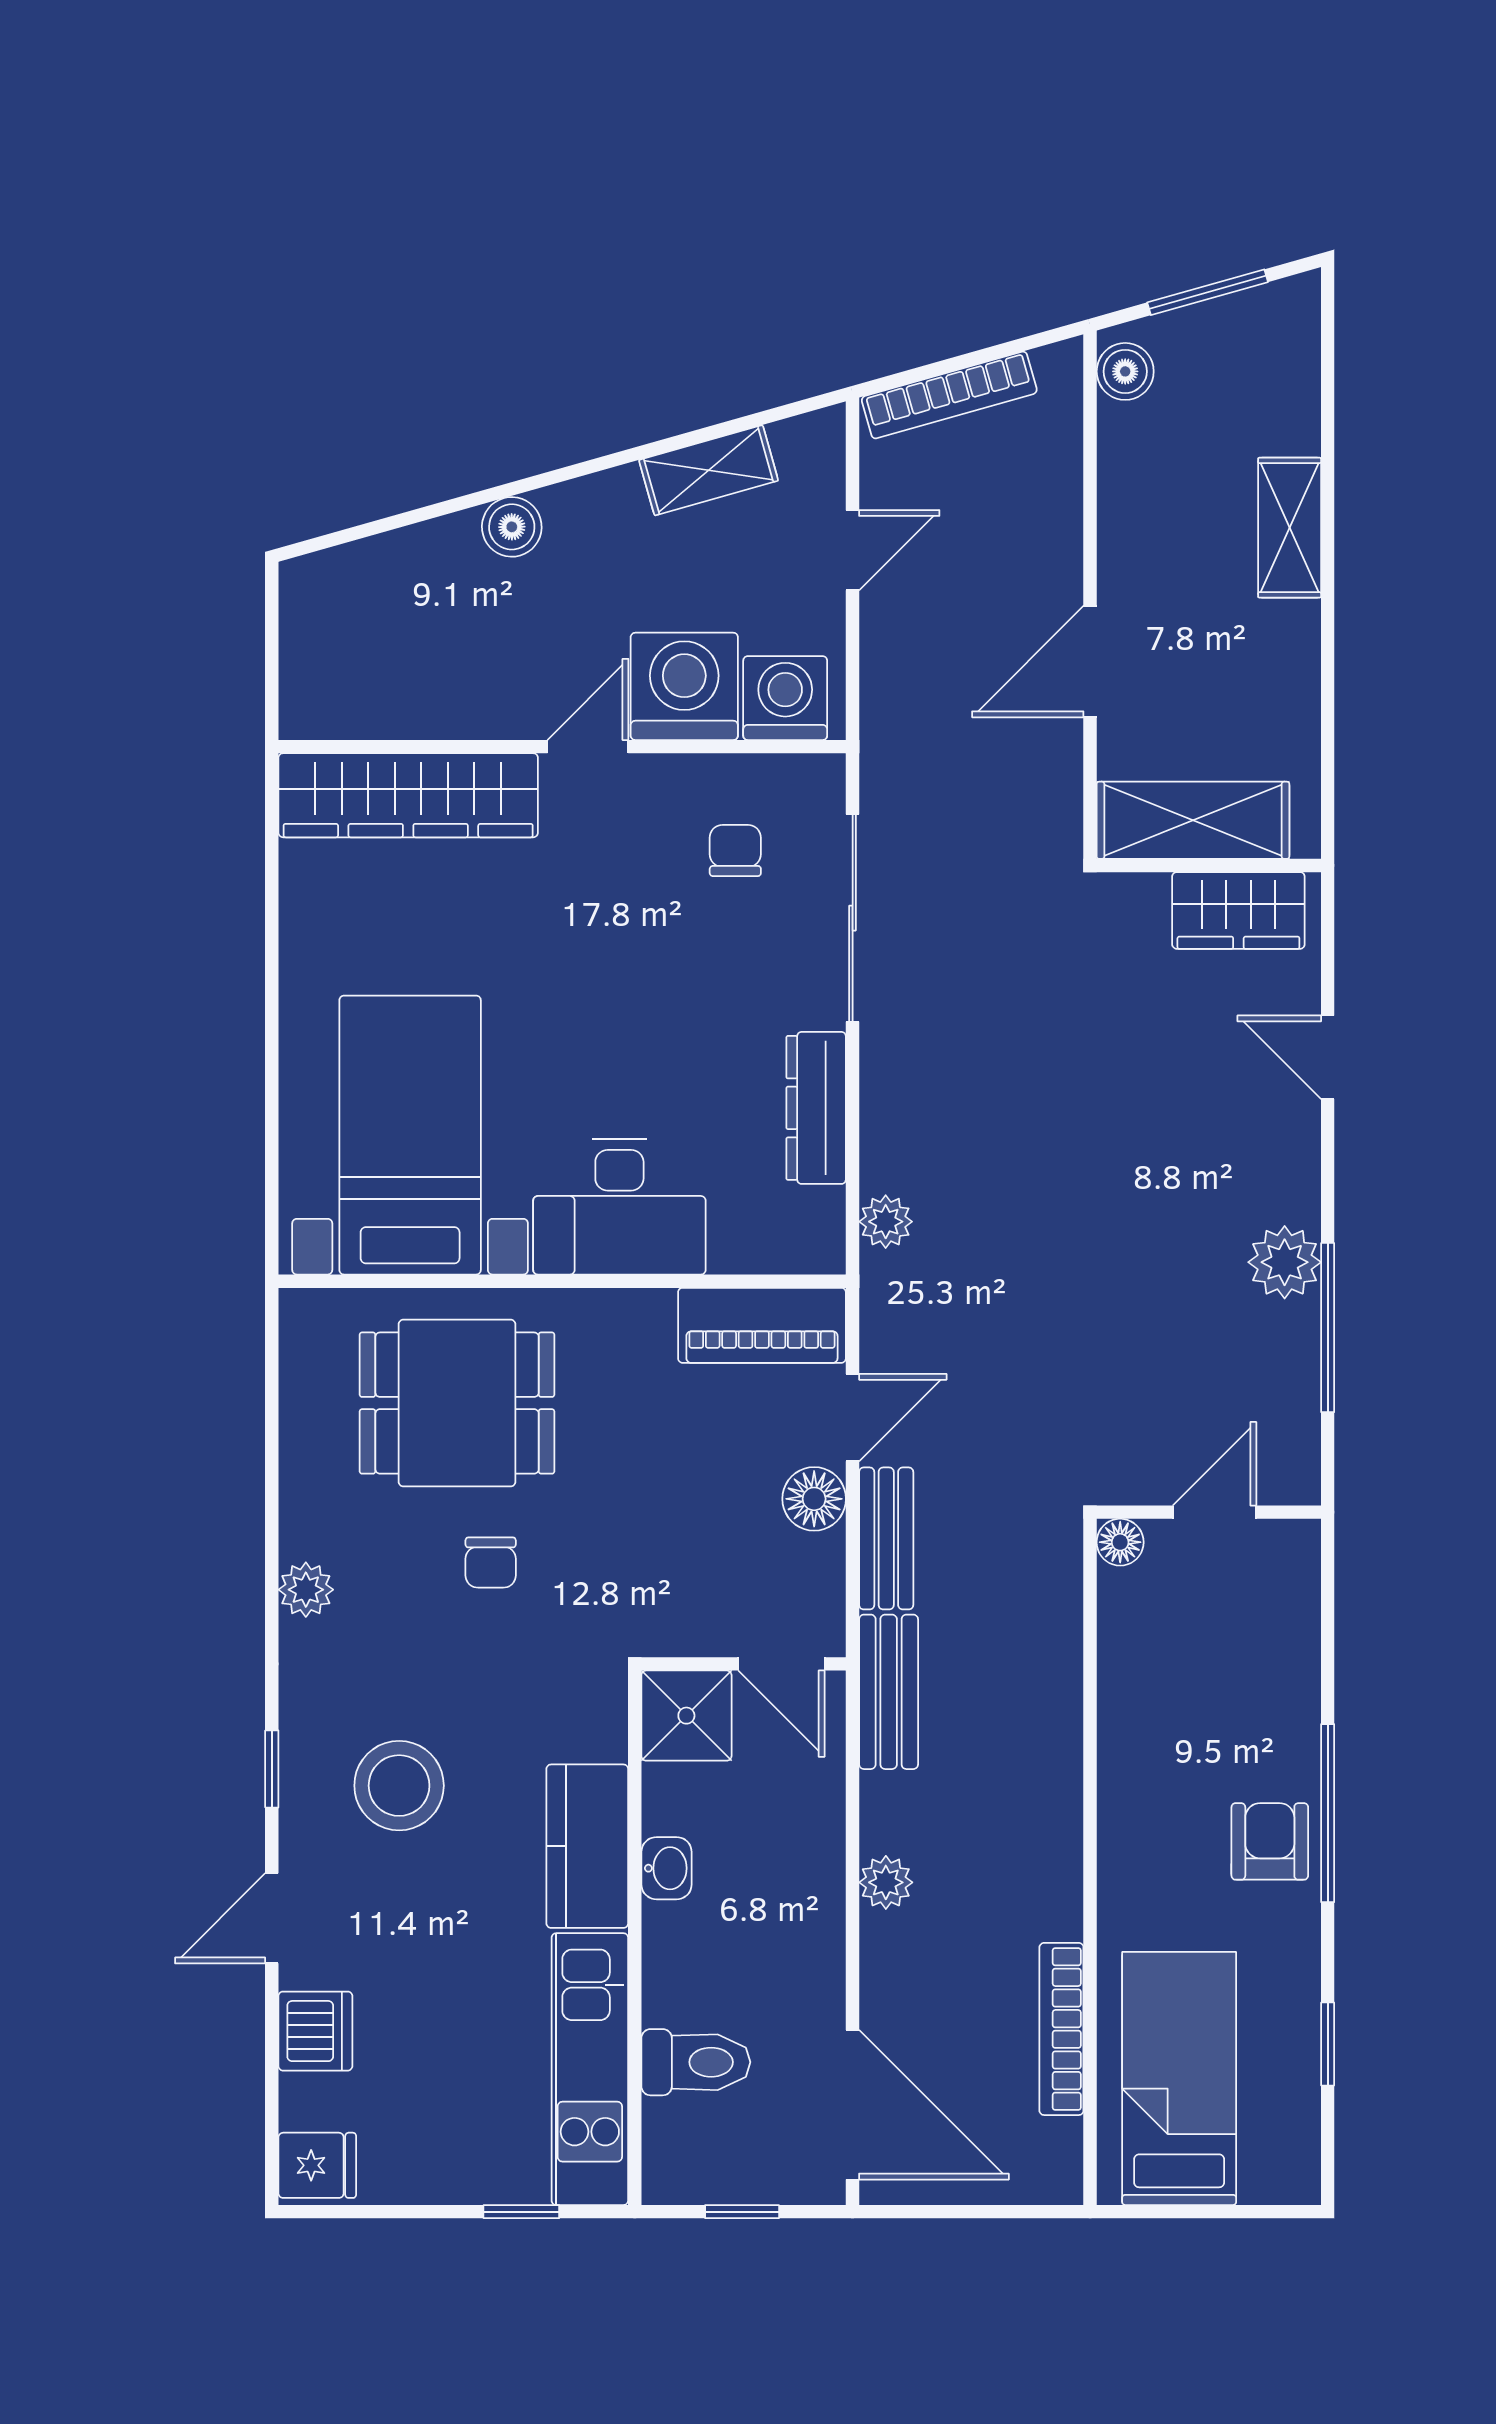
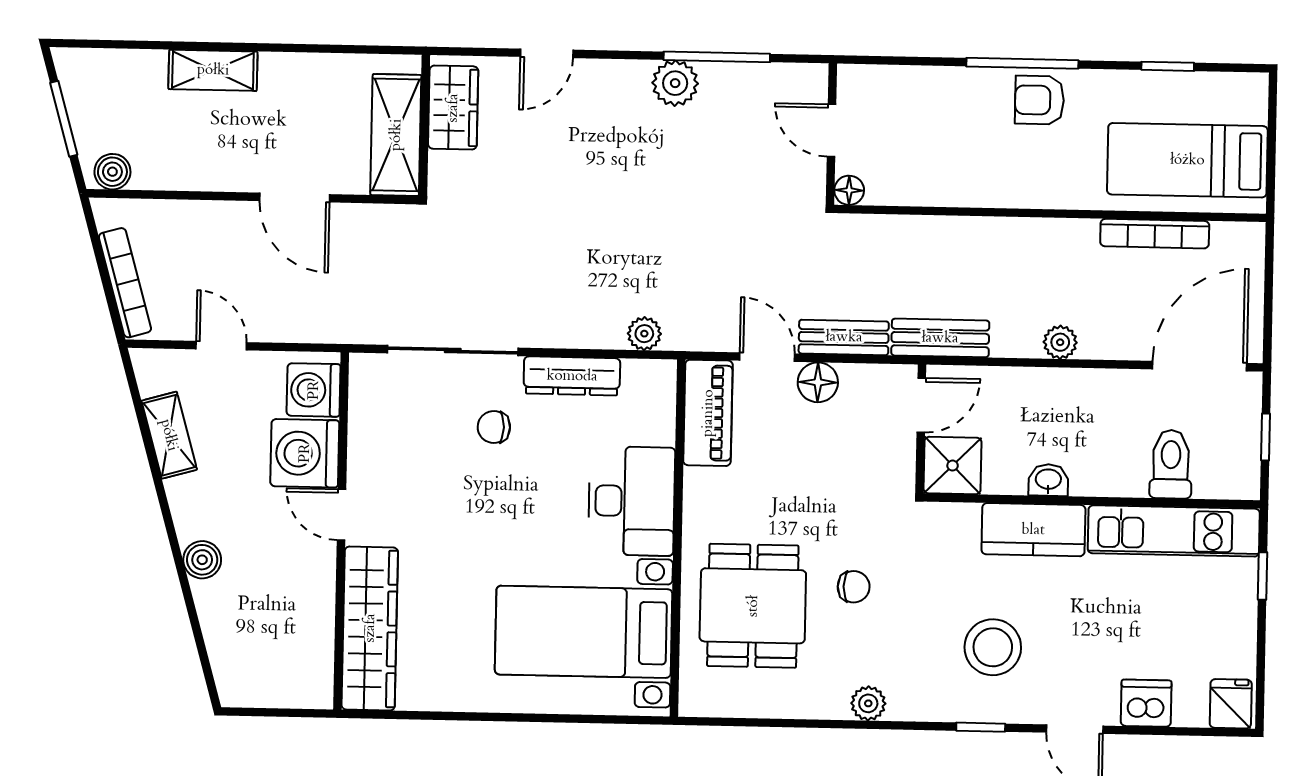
chair: (735, 851) -> (494, 427), moved

